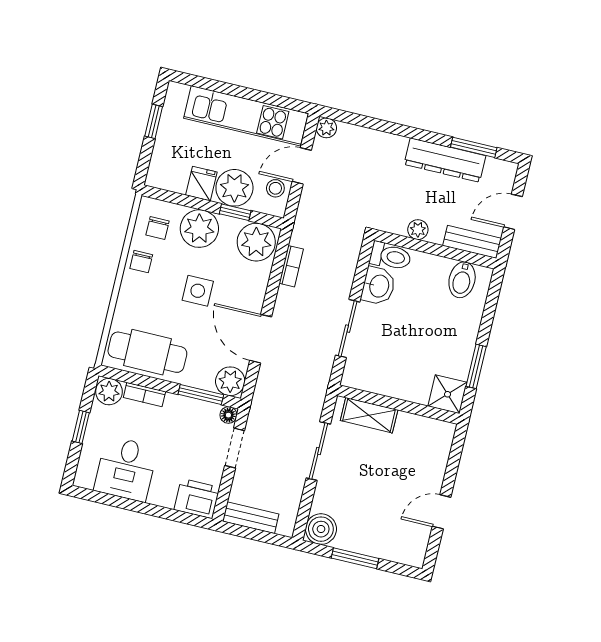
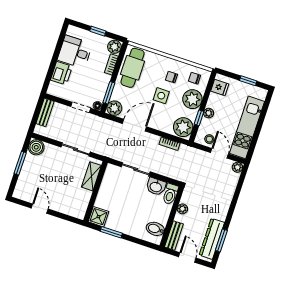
dresser: (445, 160) -> (212, 239), moved
fridge: (201, 184) -> (220, 87), moved
plant: (234, 188) -> (209, 113), width x0.53, depth x0.53
chair: (141, 262) -> (172, 77), moved
printer: (197, 498) -> (61, 73), moved

